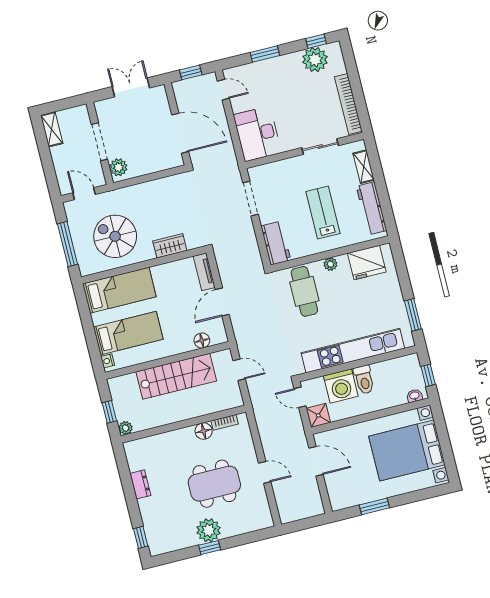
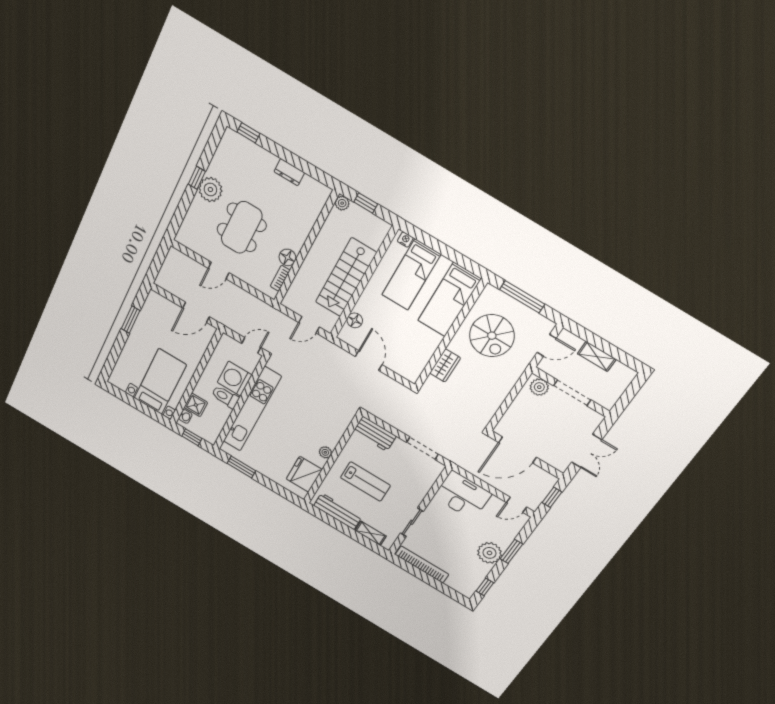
plant: (315, 60) -> (490, 553), moved
shelving: (52, 129) -> (597, 356), moved
spiral stairs: (115, 236) -> (492, 336), turned 90
tv unit: (204, 272) -> (402, 370), removed
cafe table: (304, 291) -> (323, 419), removed
shower: (318, 415) -> (196, 405), moved
bed with nightstands: (407, 450) -> (160, 382), width x0.73

